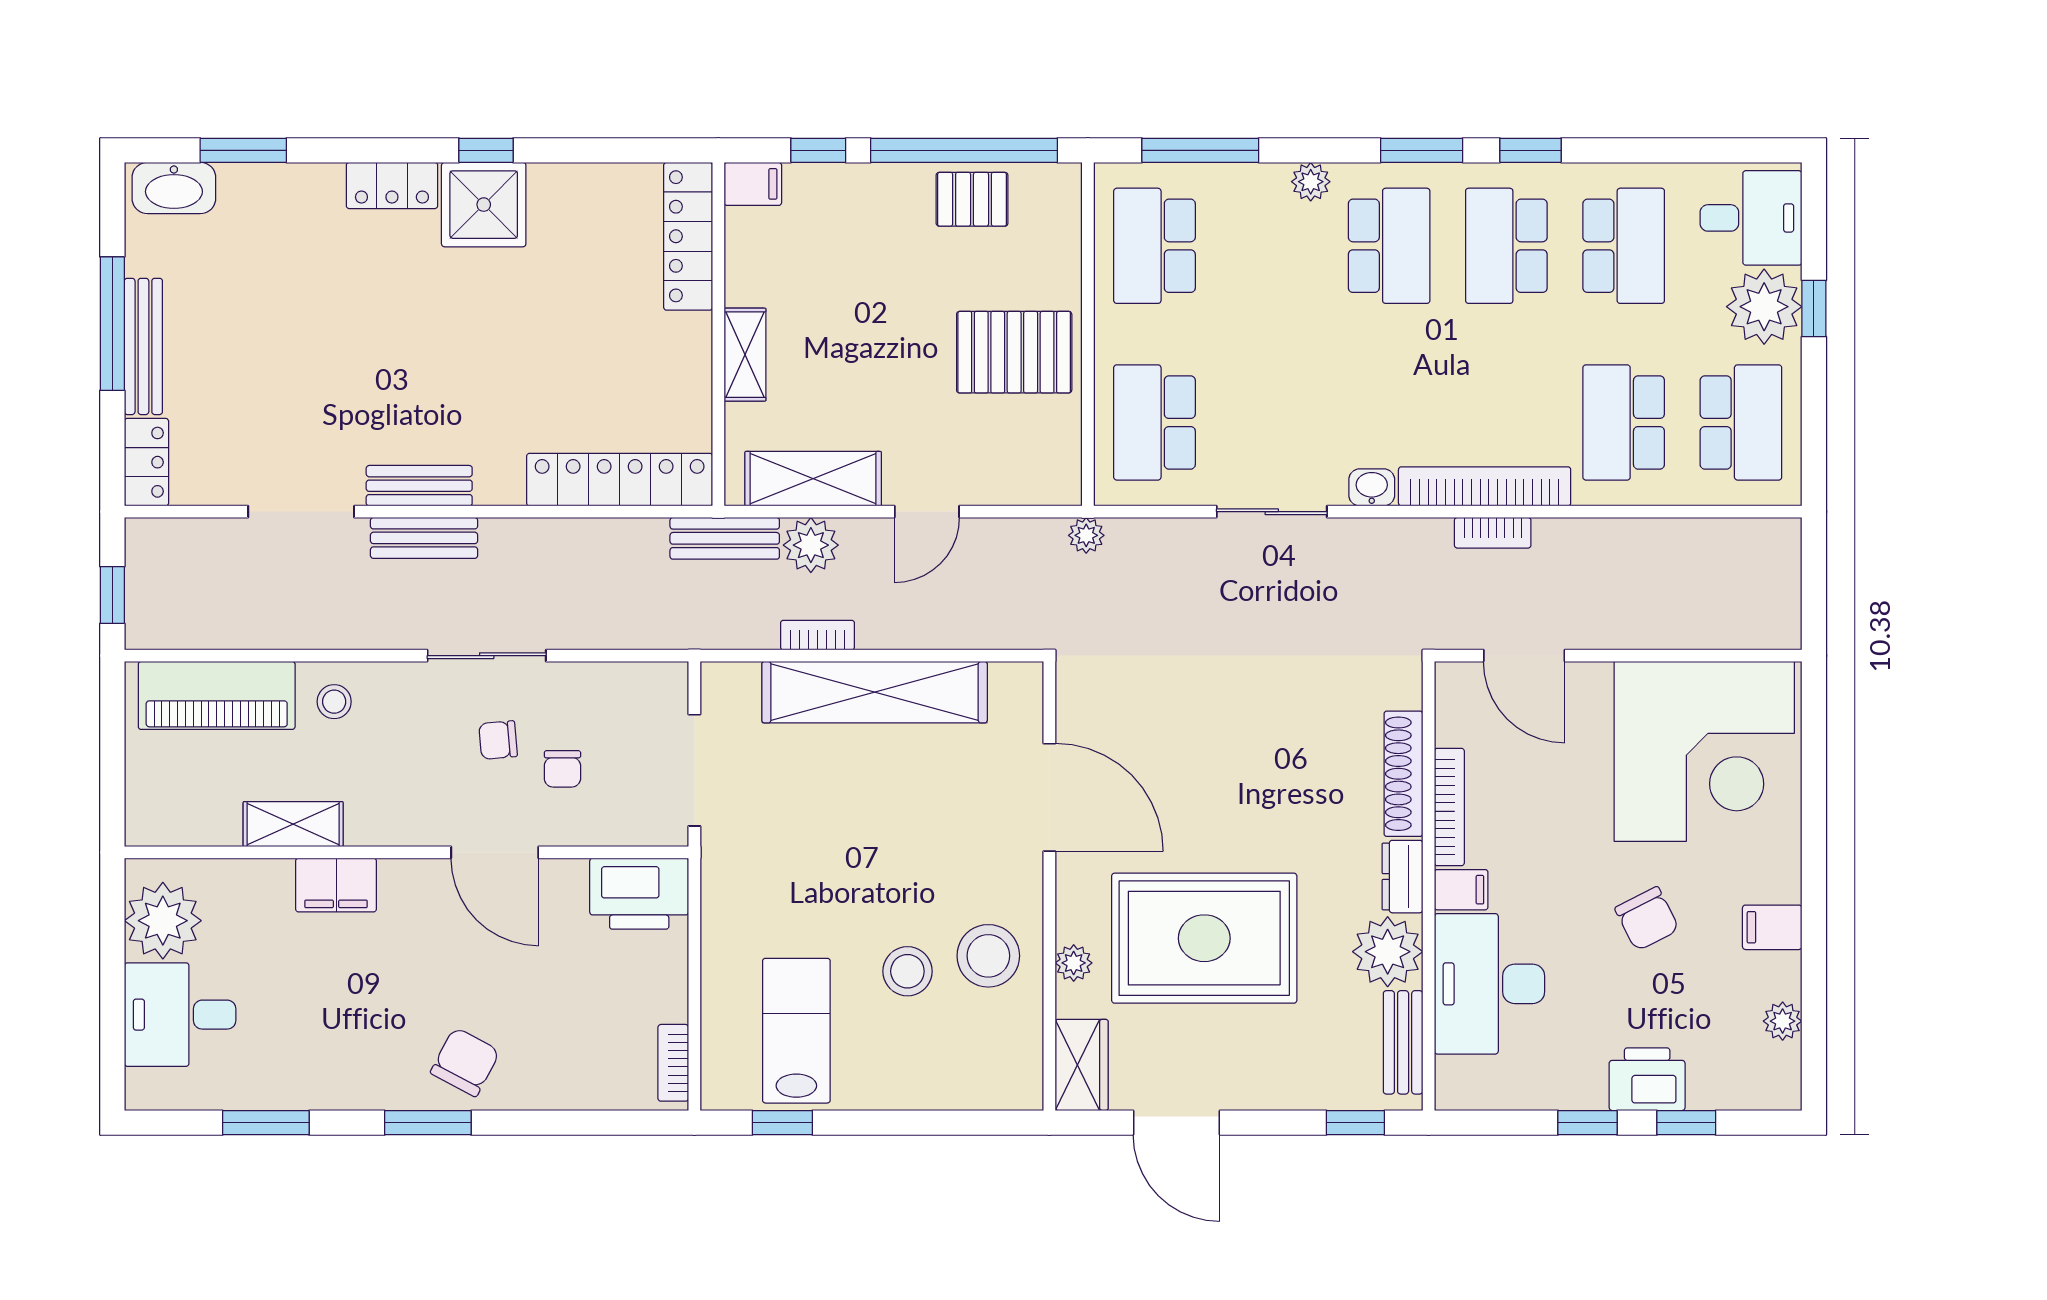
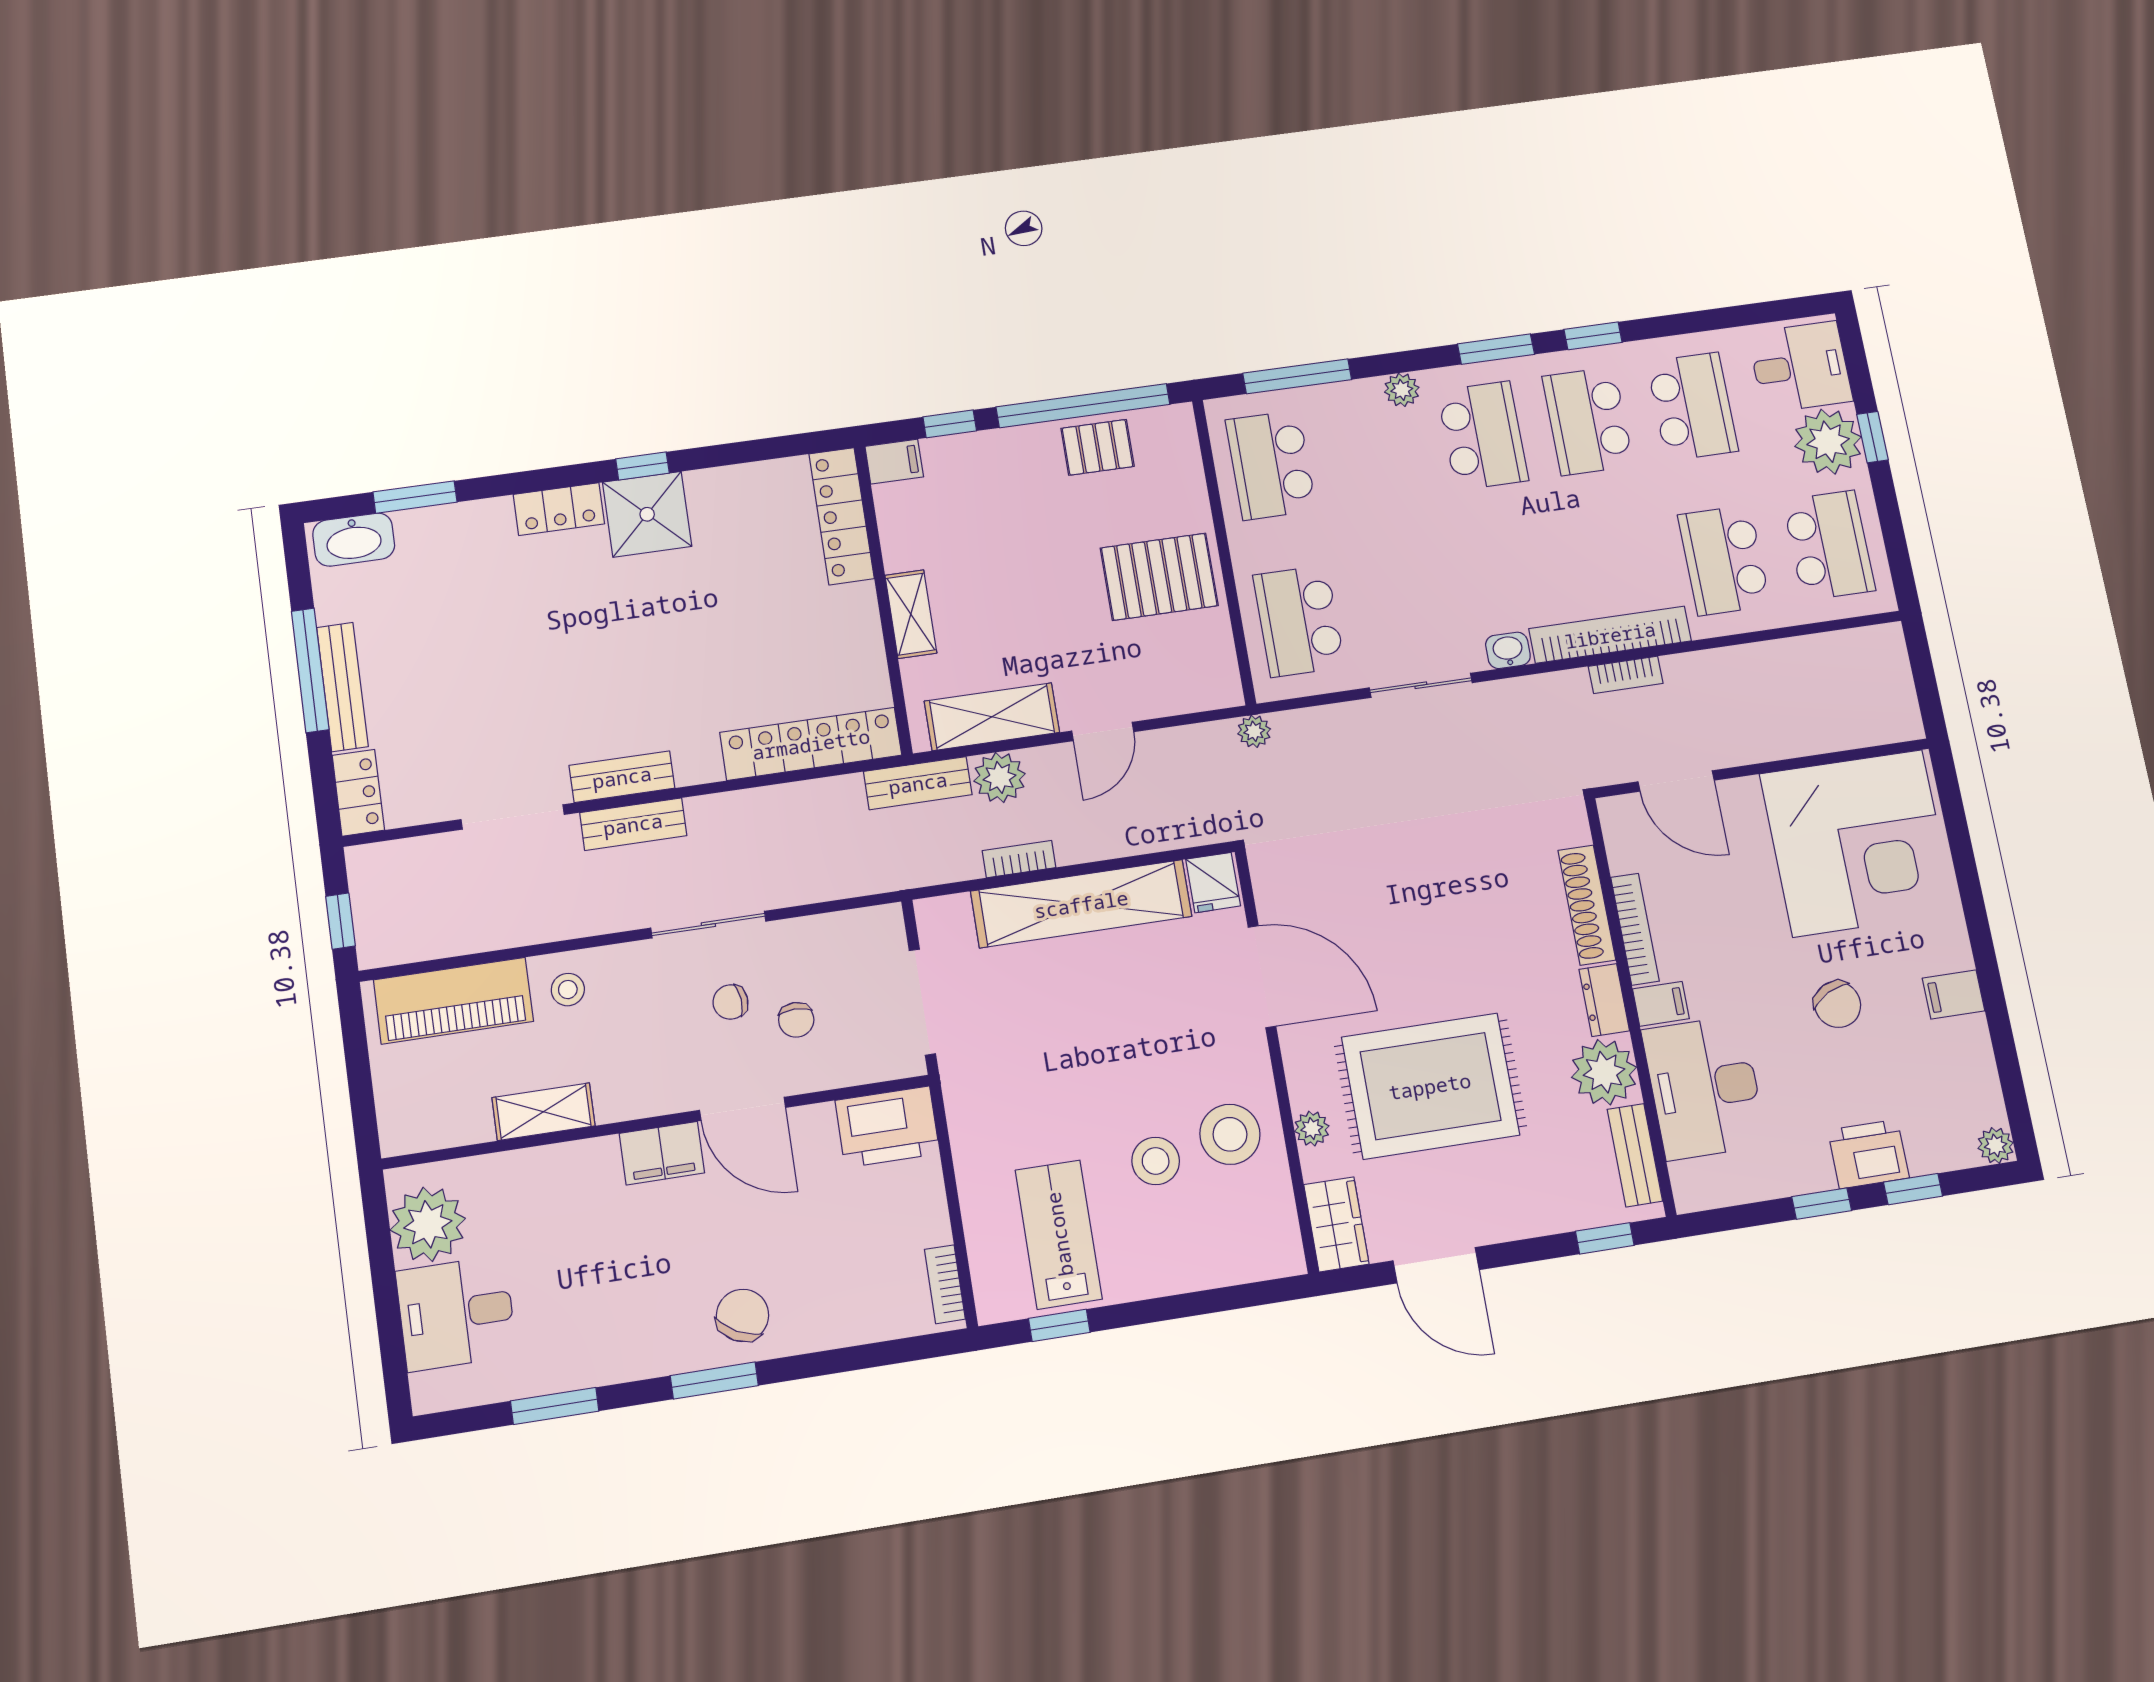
fridge: (1016, 691) -> (1213, 883), added
filing cabinet: (336, 885) -> (662, 1153), moved
plant: (1783, 1021) -> (1996, 1145), moved

